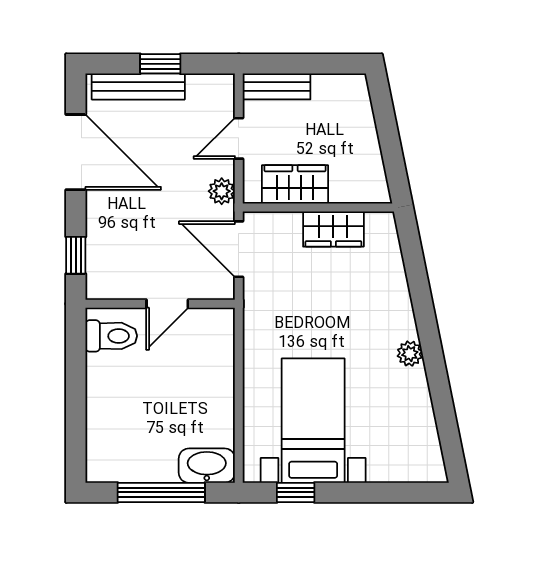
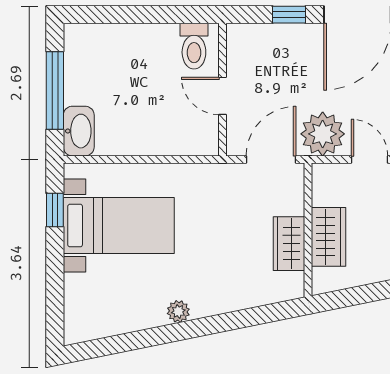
wardrobe: (295, 184) -> (329, 237), moved
plant: (222, 191) -> (323, 134), width x1.87, depth x1.87
window: (76, 255) -> (289, 15), moved

